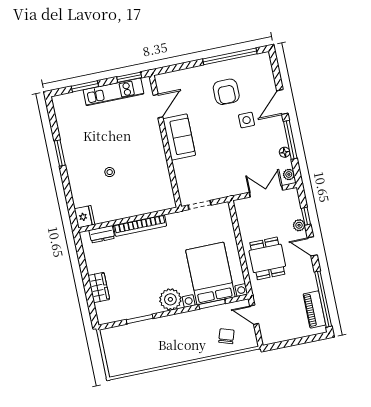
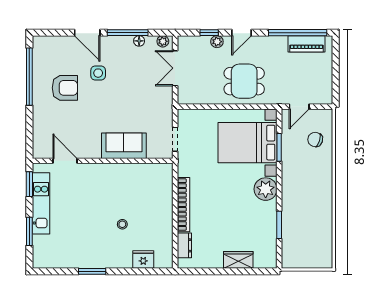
sofa: (179, 137) -> (124, 146), moved
fridge: (84, 217) -> (143, 260), moved

